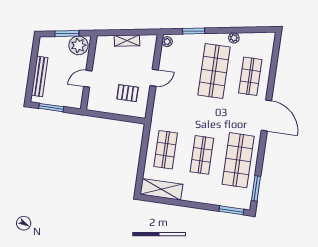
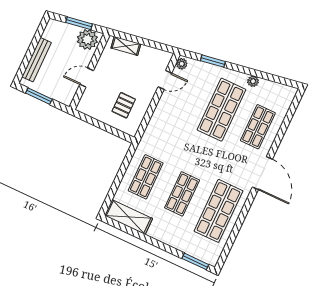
shelving: (127, 41) -> (126, 46), moved
door: (154, 78) -> (165, 80), moved
pallet: (128, 93) -> (124, 105), turned 90
window: (256, 188) -> (228, 246), removed

